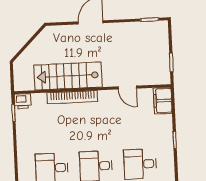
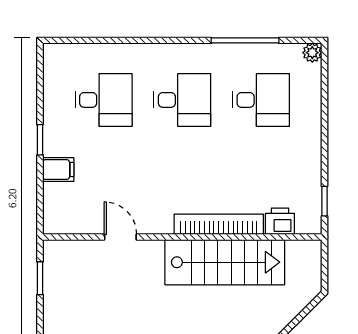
printer: (23, 101) -> (280, 221), moved
filing cabinet: (163, 101) -> (58, 169), moved, width x0.50

